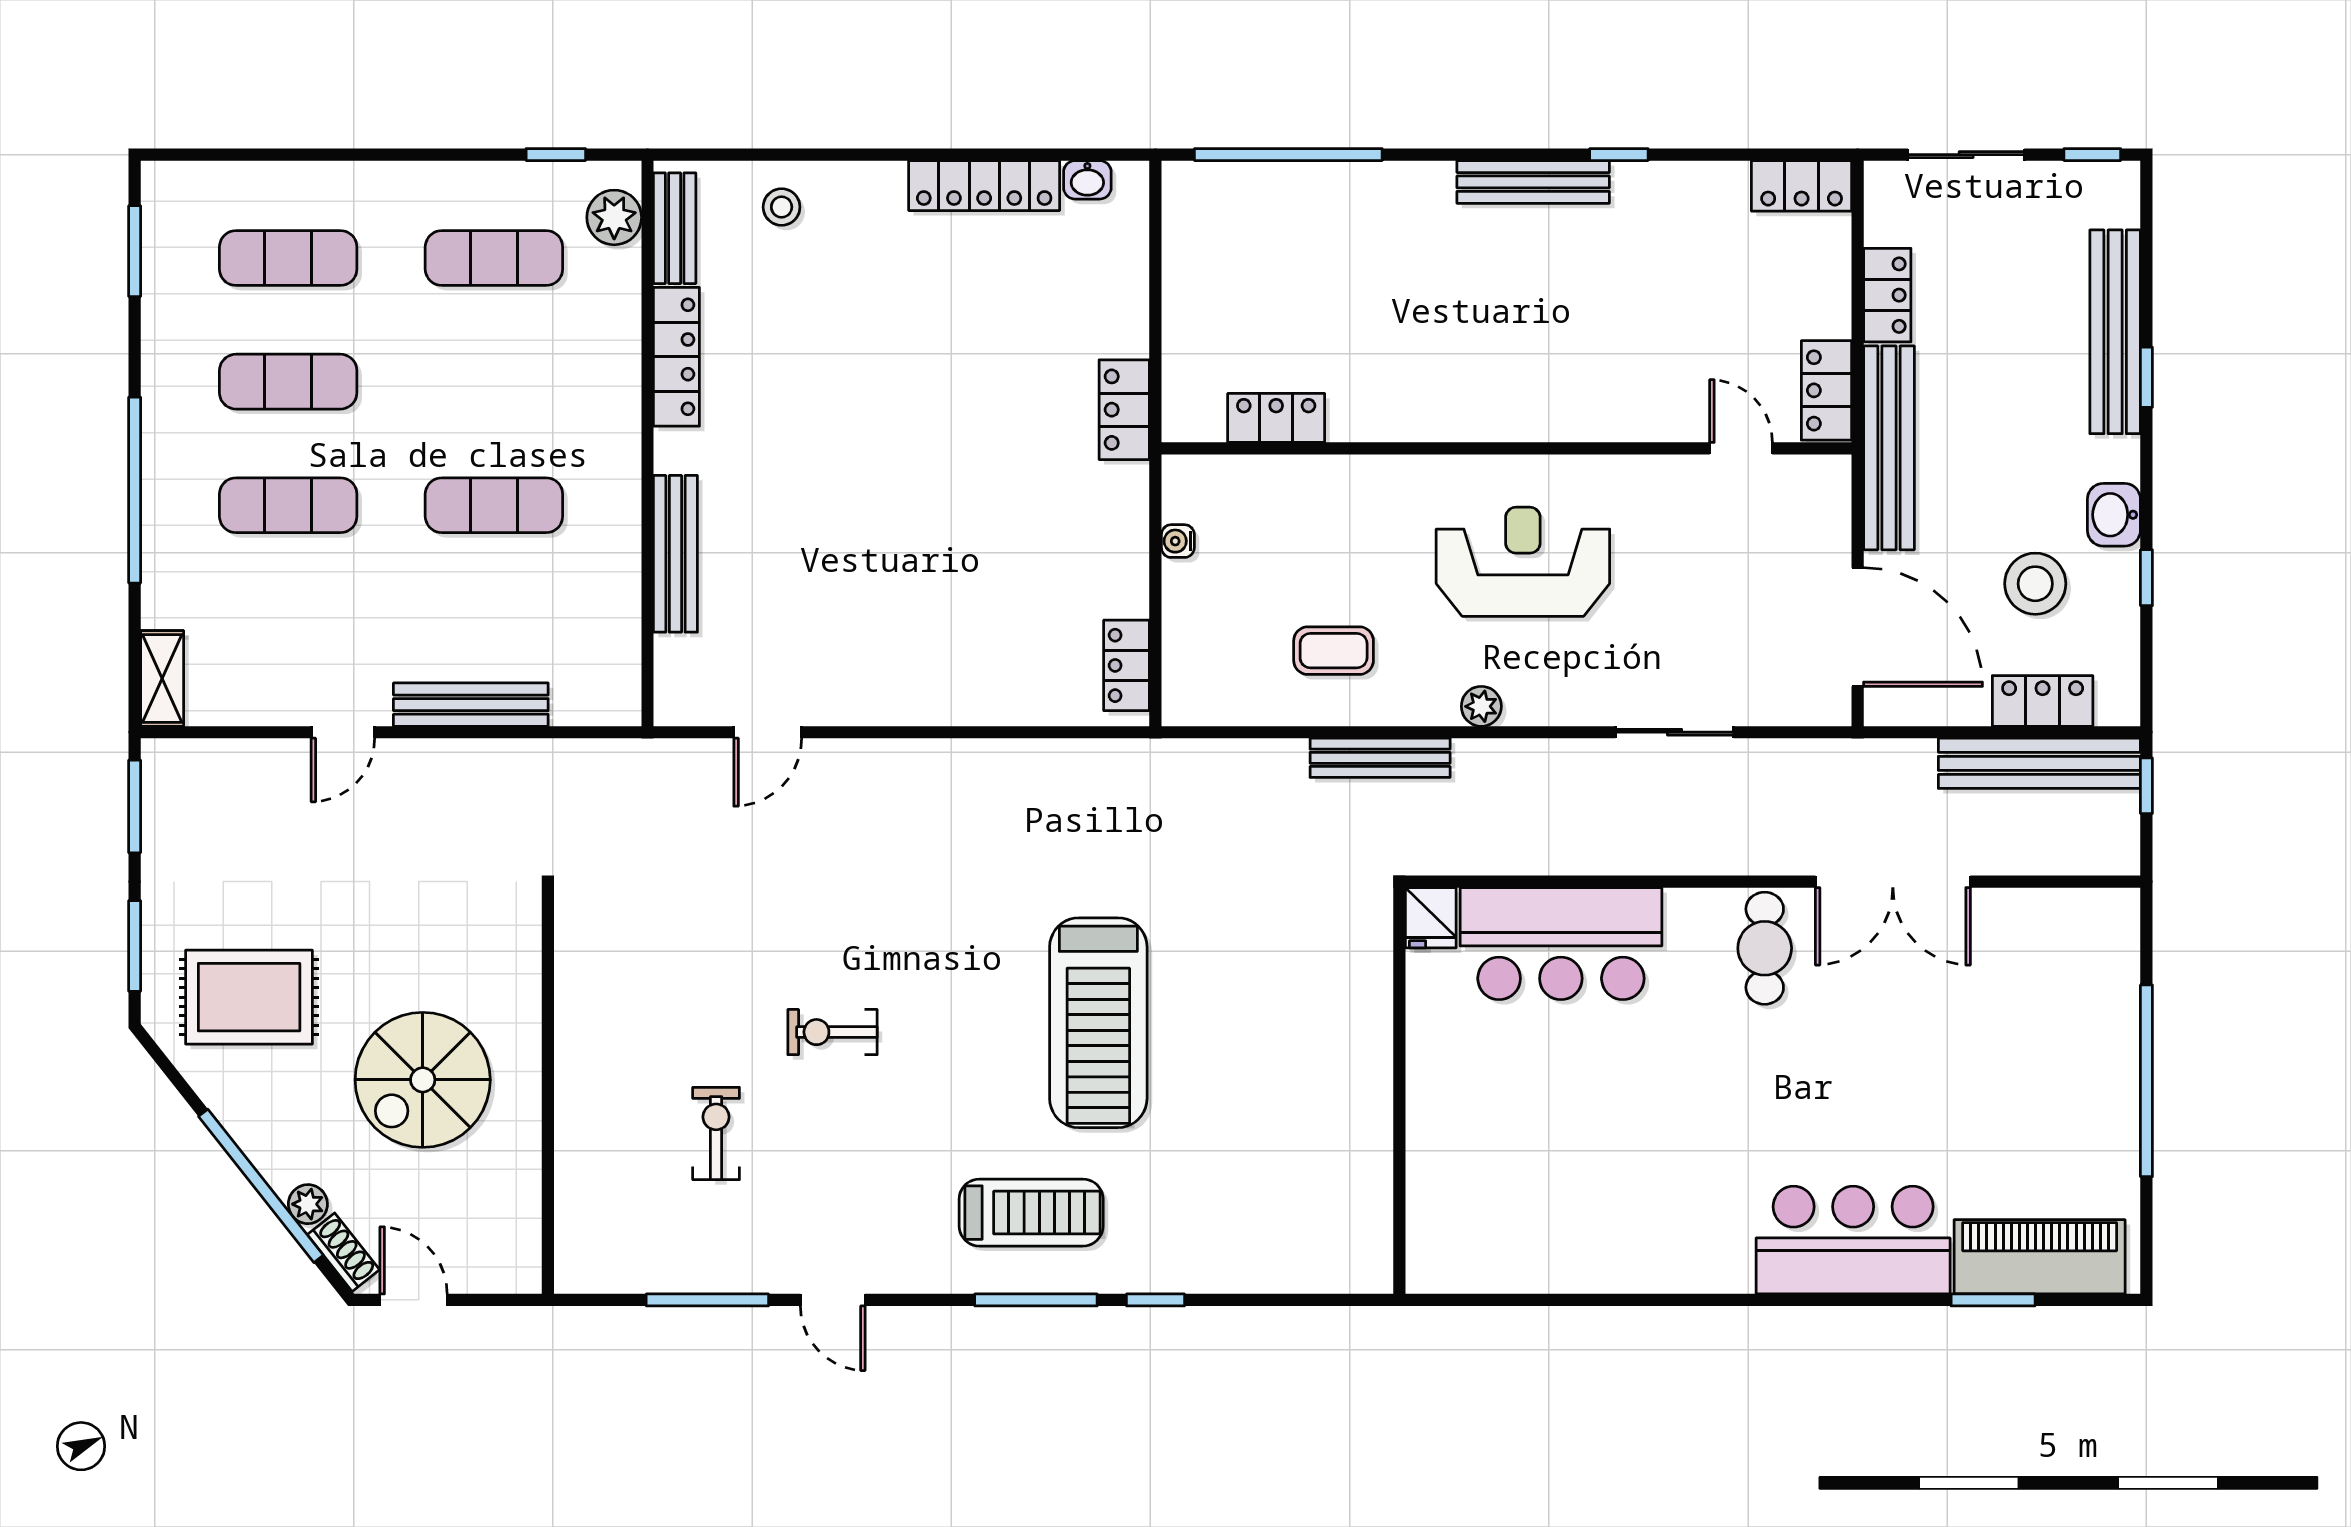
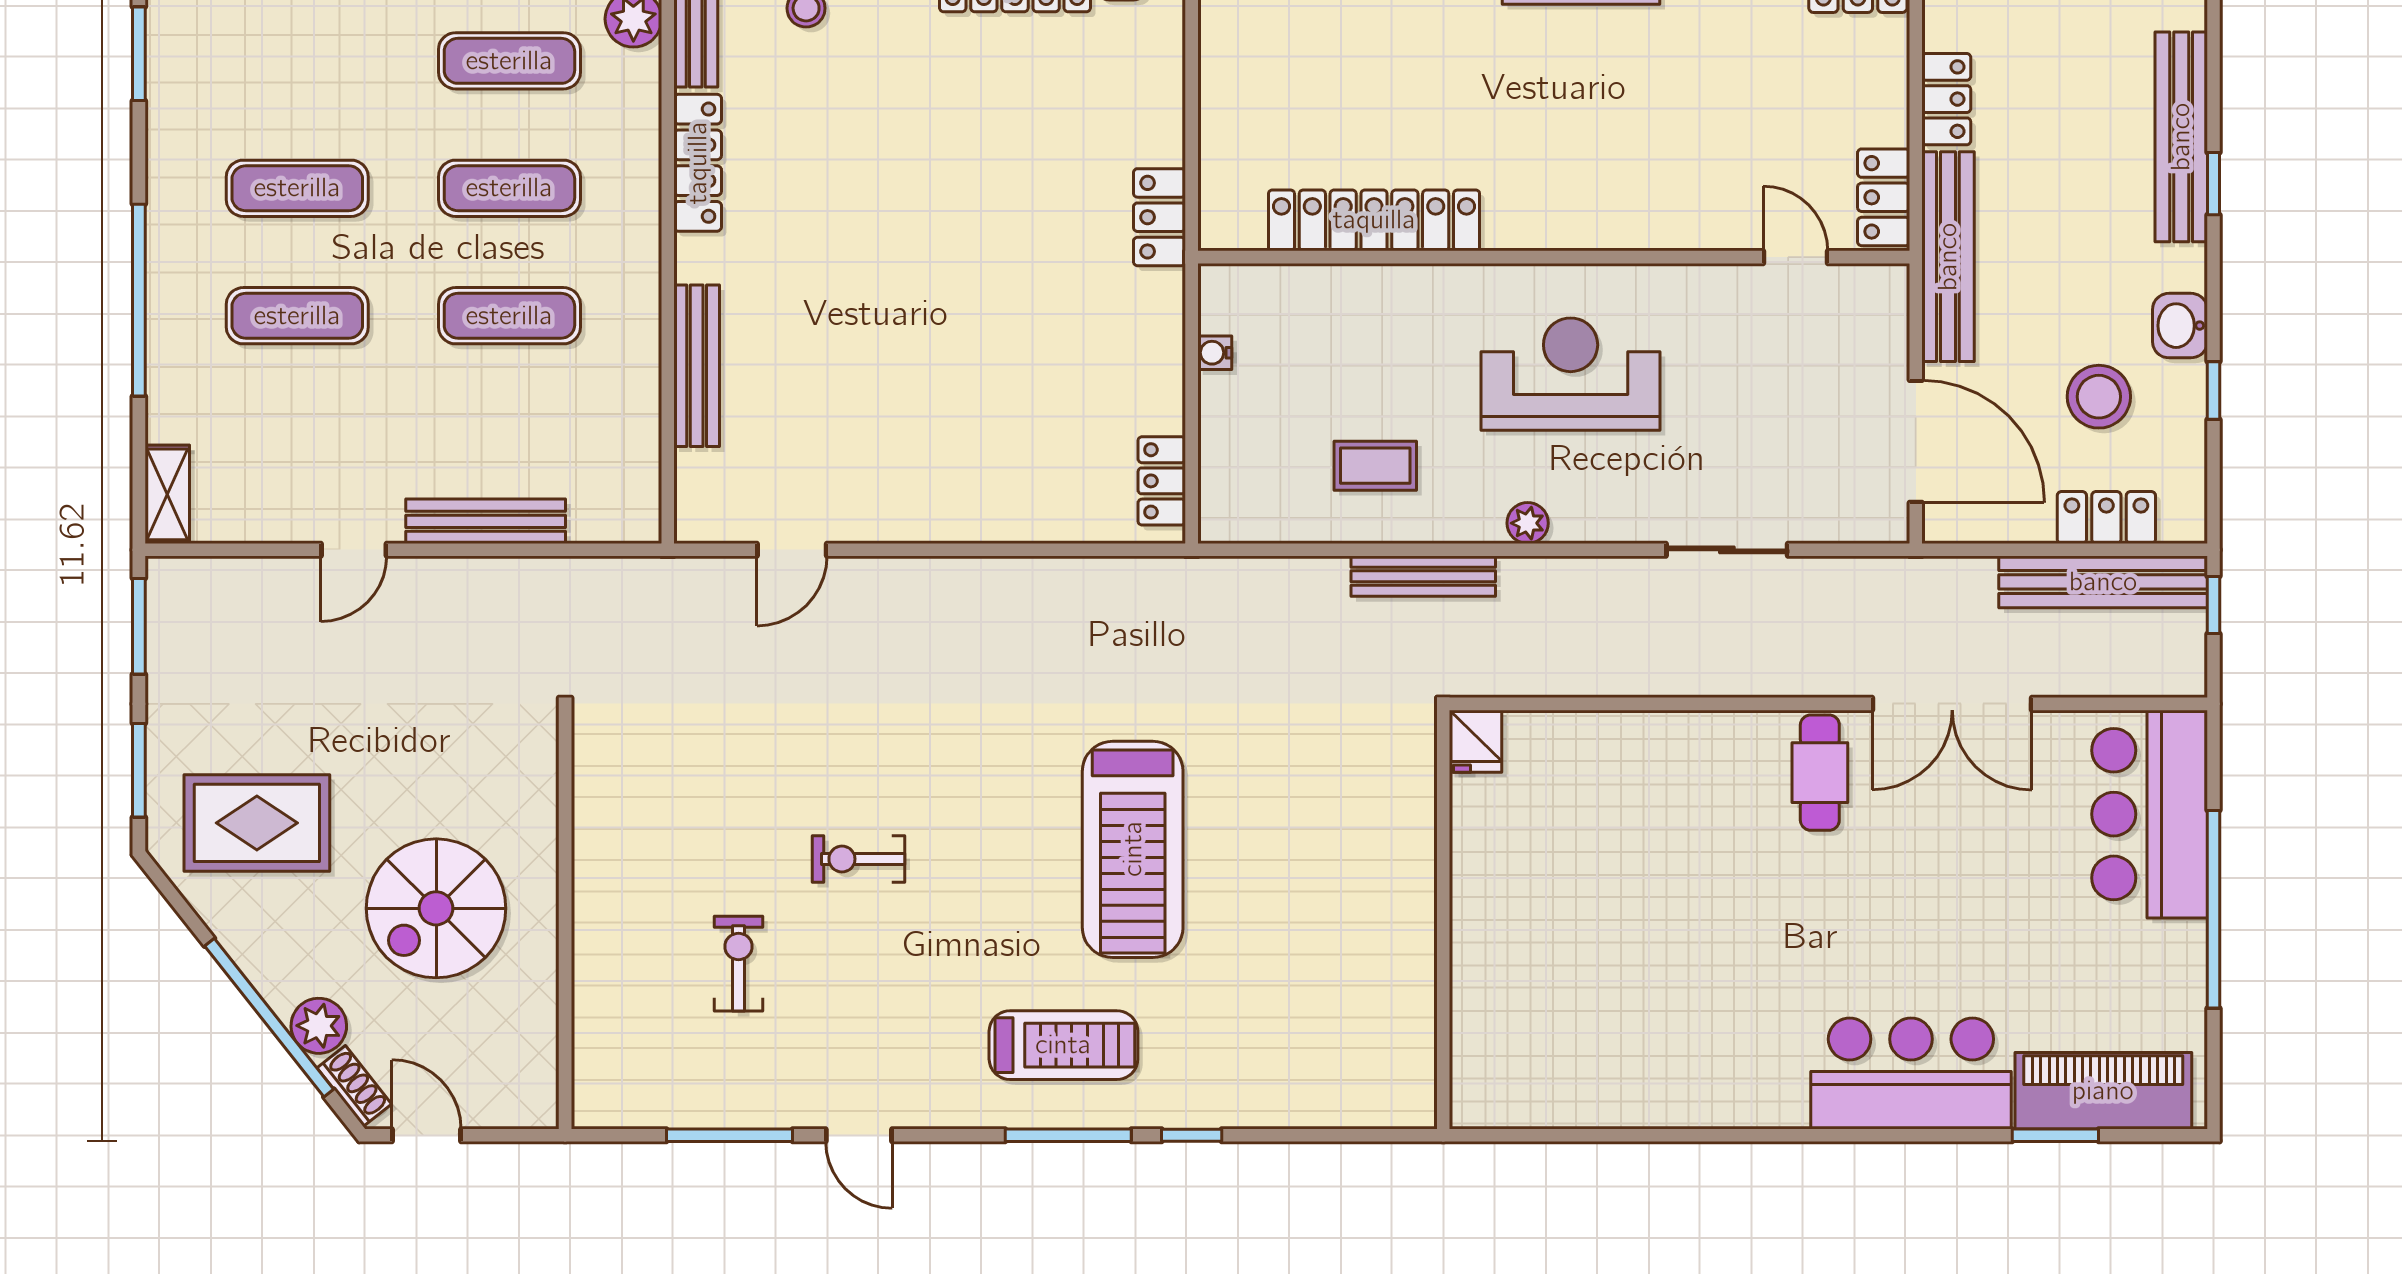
exercise mat: (288, 258) -> (509, 188), moved
locker: (1276, 418) -> (1374, 220), width x2.16, depth x1.21
bar counter: (1561, 944) -> (2150, 814), moved, turned 90
plant: (308, 1204) -> (319, 1026), width x1.38, depth x1.38

